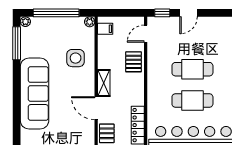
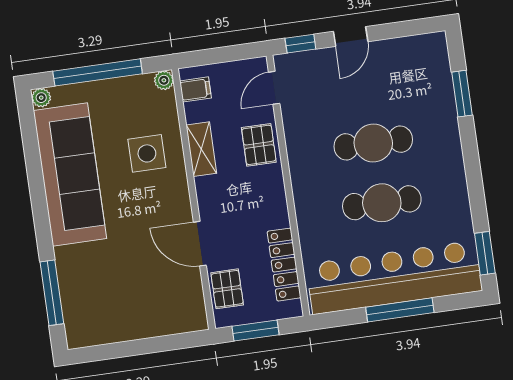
window: (17, 43) -> (52, 293), moved
shelving: (104, 83) -> (201, 149), moved
sofa: (35, 93) -> (70, 175), moved

